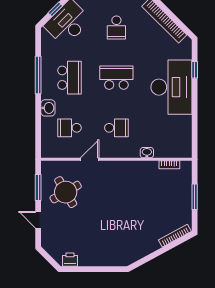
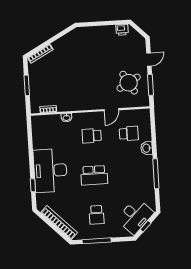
school desk: (116, 27) -> (97, 215), turned 180
school desk: (69, 78) -> (131, 173), removed
door: (38, 220) -> (149, 59), hinge flipped

